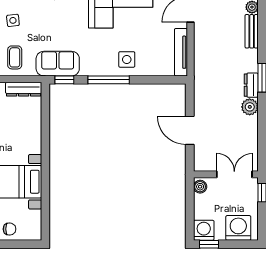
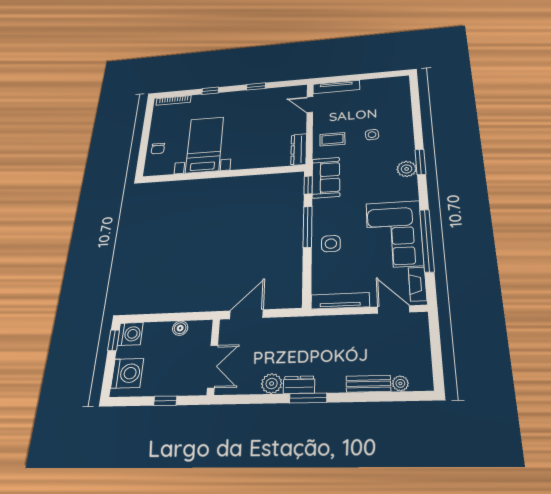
wall: (226, 174) -> (213, 356), moved
double door: (234, 174) -> (213, 366), moved

